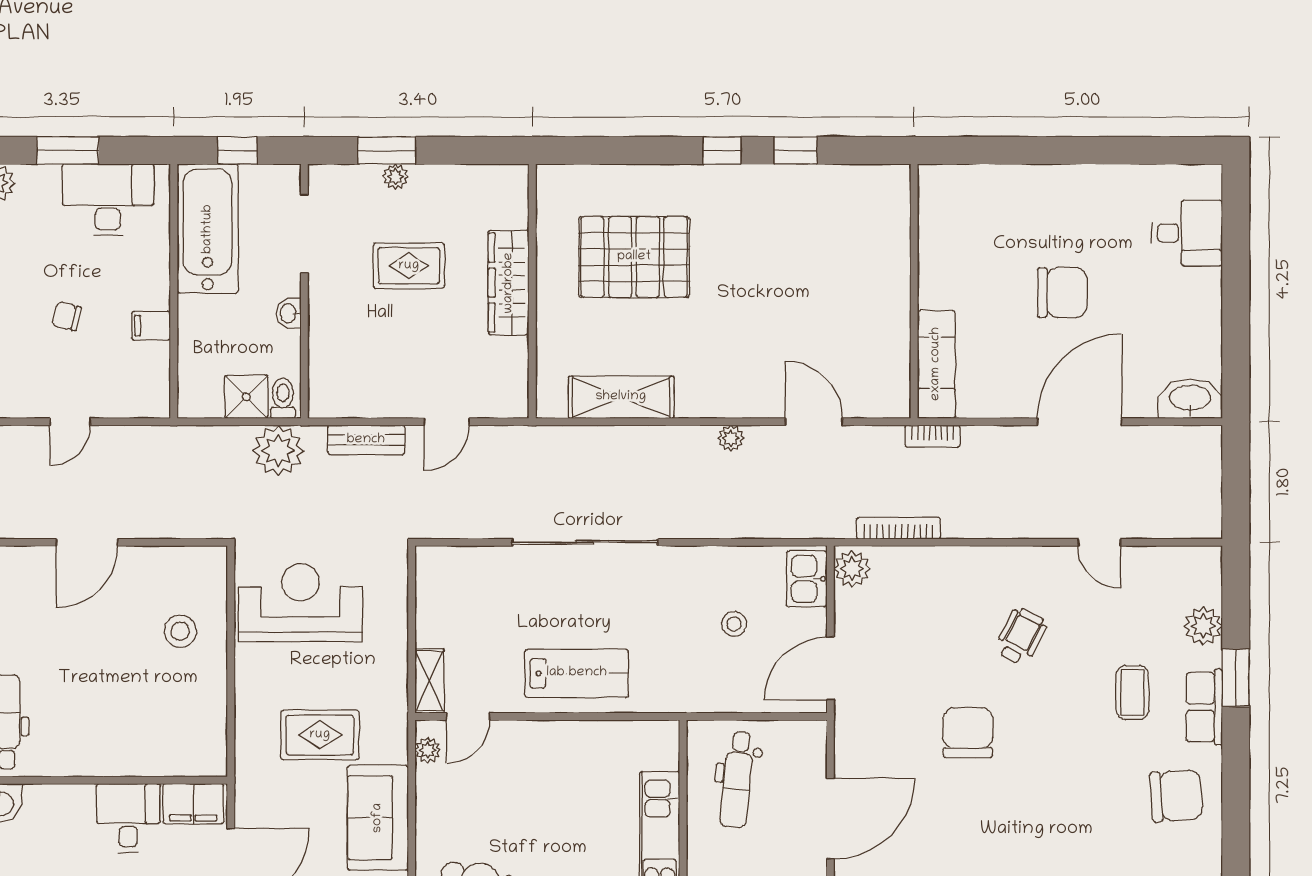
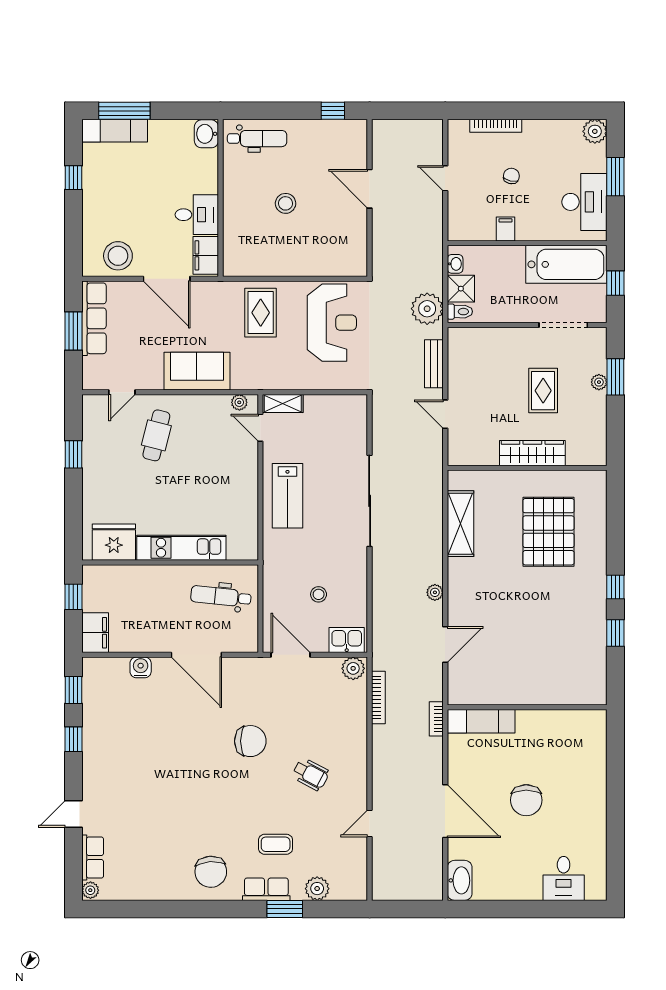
washbasin: (289, 313) -> (455, 264), moved, turned 90
stool: (180, 631) -> (286, 203), moved
rug: (320, 735) -> (261, 313), moved

